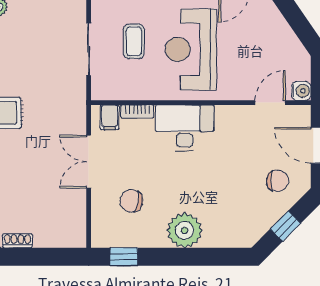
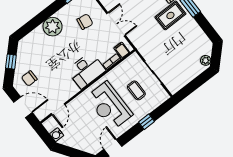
reception desk: (191, 49) -> (109, 106), turned 180
water cooler: (301, 91) -> (57, 135), moved

